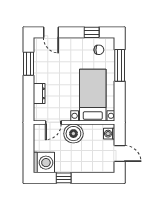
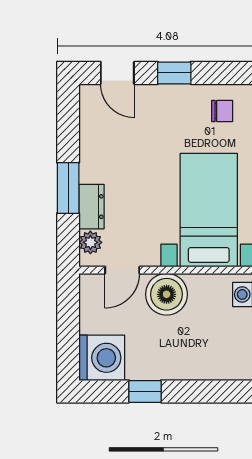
window: (92, 32) -> (174, 73), moved
window: (29, 64) -> (68, 188), moved
plant: (39, 110) -> (90, 242), added

